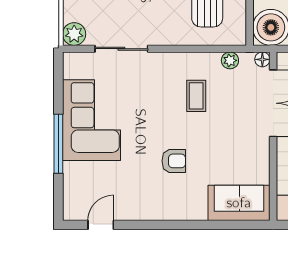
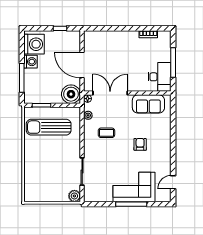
corner sofa: (91, 120) -> (134, 187), moved
sofa: (239, 203) -> (148, 104), moved, turned -90
door: (101, 225) -> (173, 182), hinge flipped

